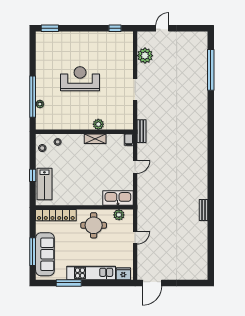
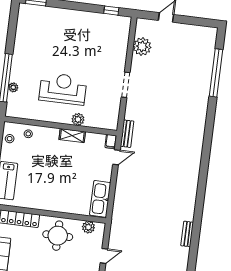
reception desk: (80, 79) -> (63, 89), moved
door: (135, 167) -> (116, 157), moved
kitchen sink: (118, 198) -> (100, 199), moved, turned -90

